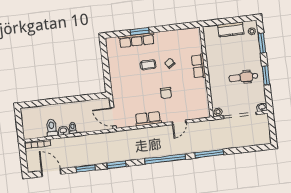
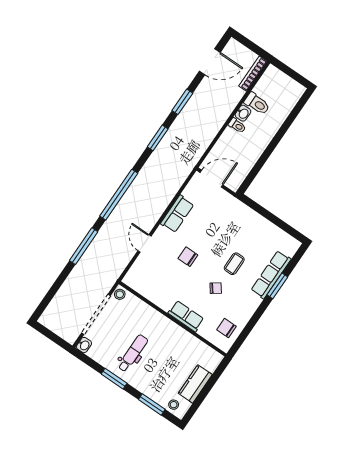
chair: (186, 39) -> (227, 328), added

